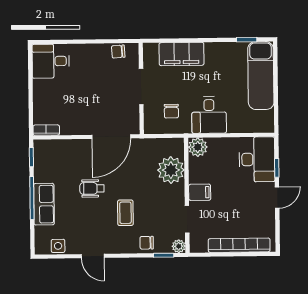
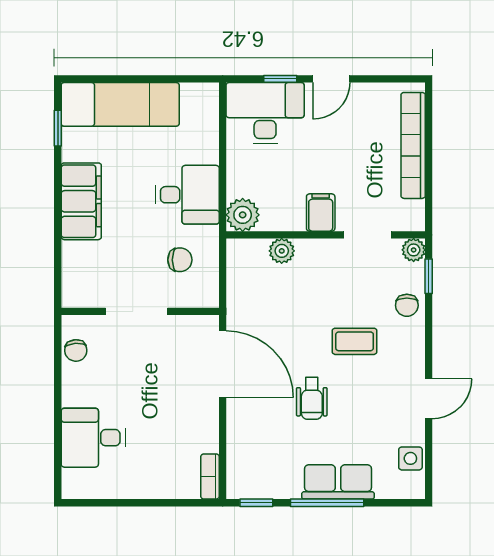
filing cabinet: (182, 54) -> (81, 201), moved
desk: (51, 61) -> (93, 438), moved, turned 90
plant: (171, 170) -> (282, 251), width x0.53, depth x0.53
door: (277, 197) -> (331, 79), swing flipped

